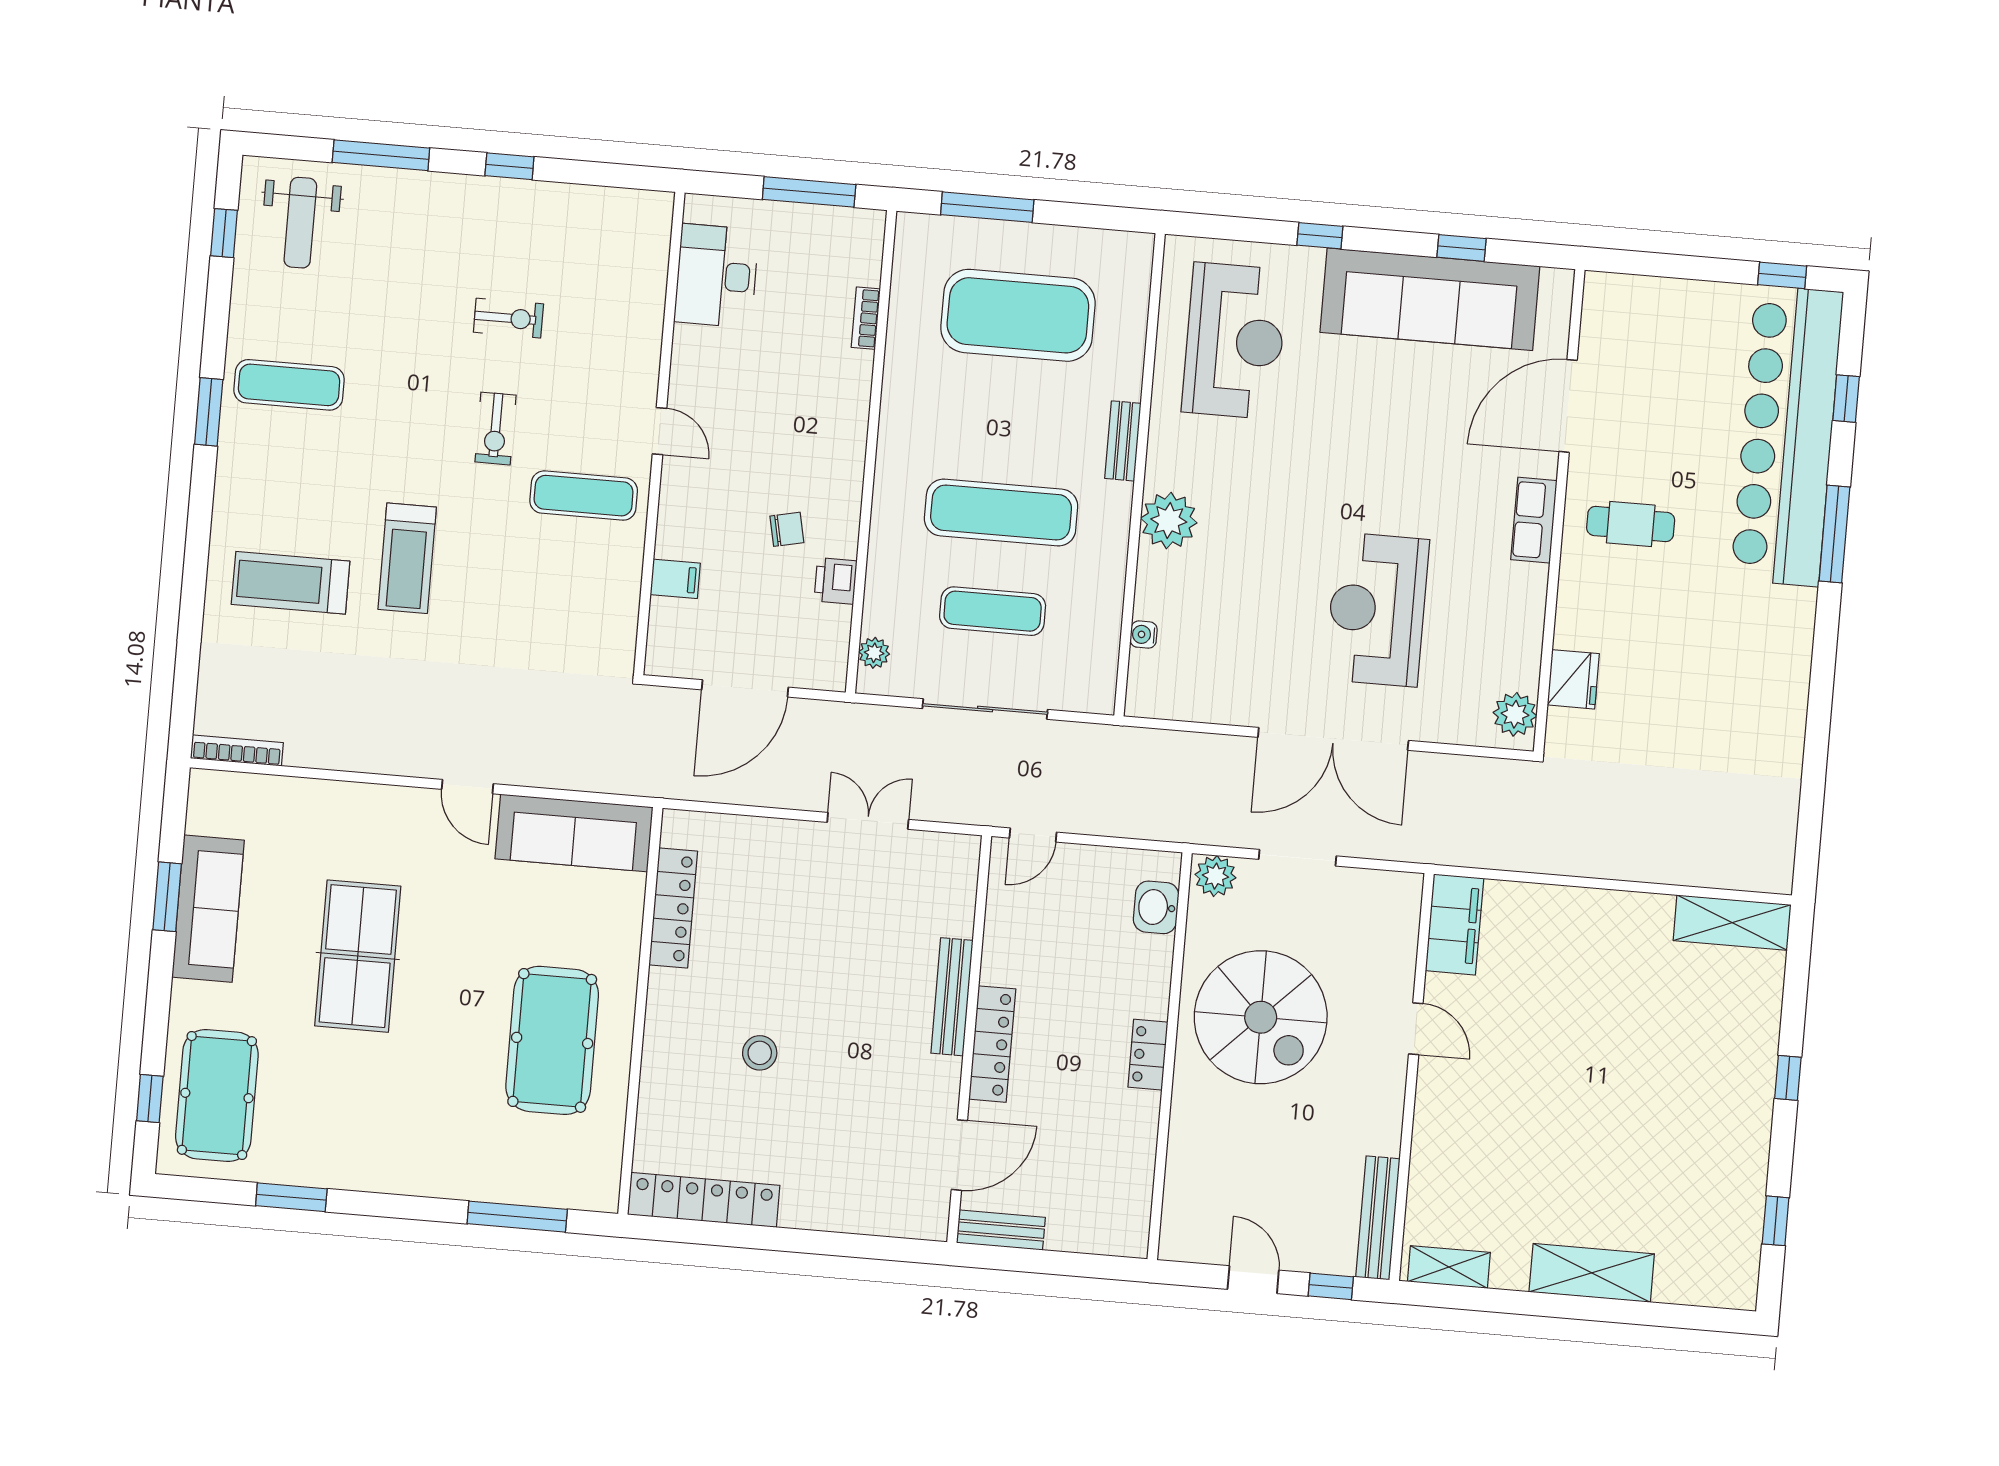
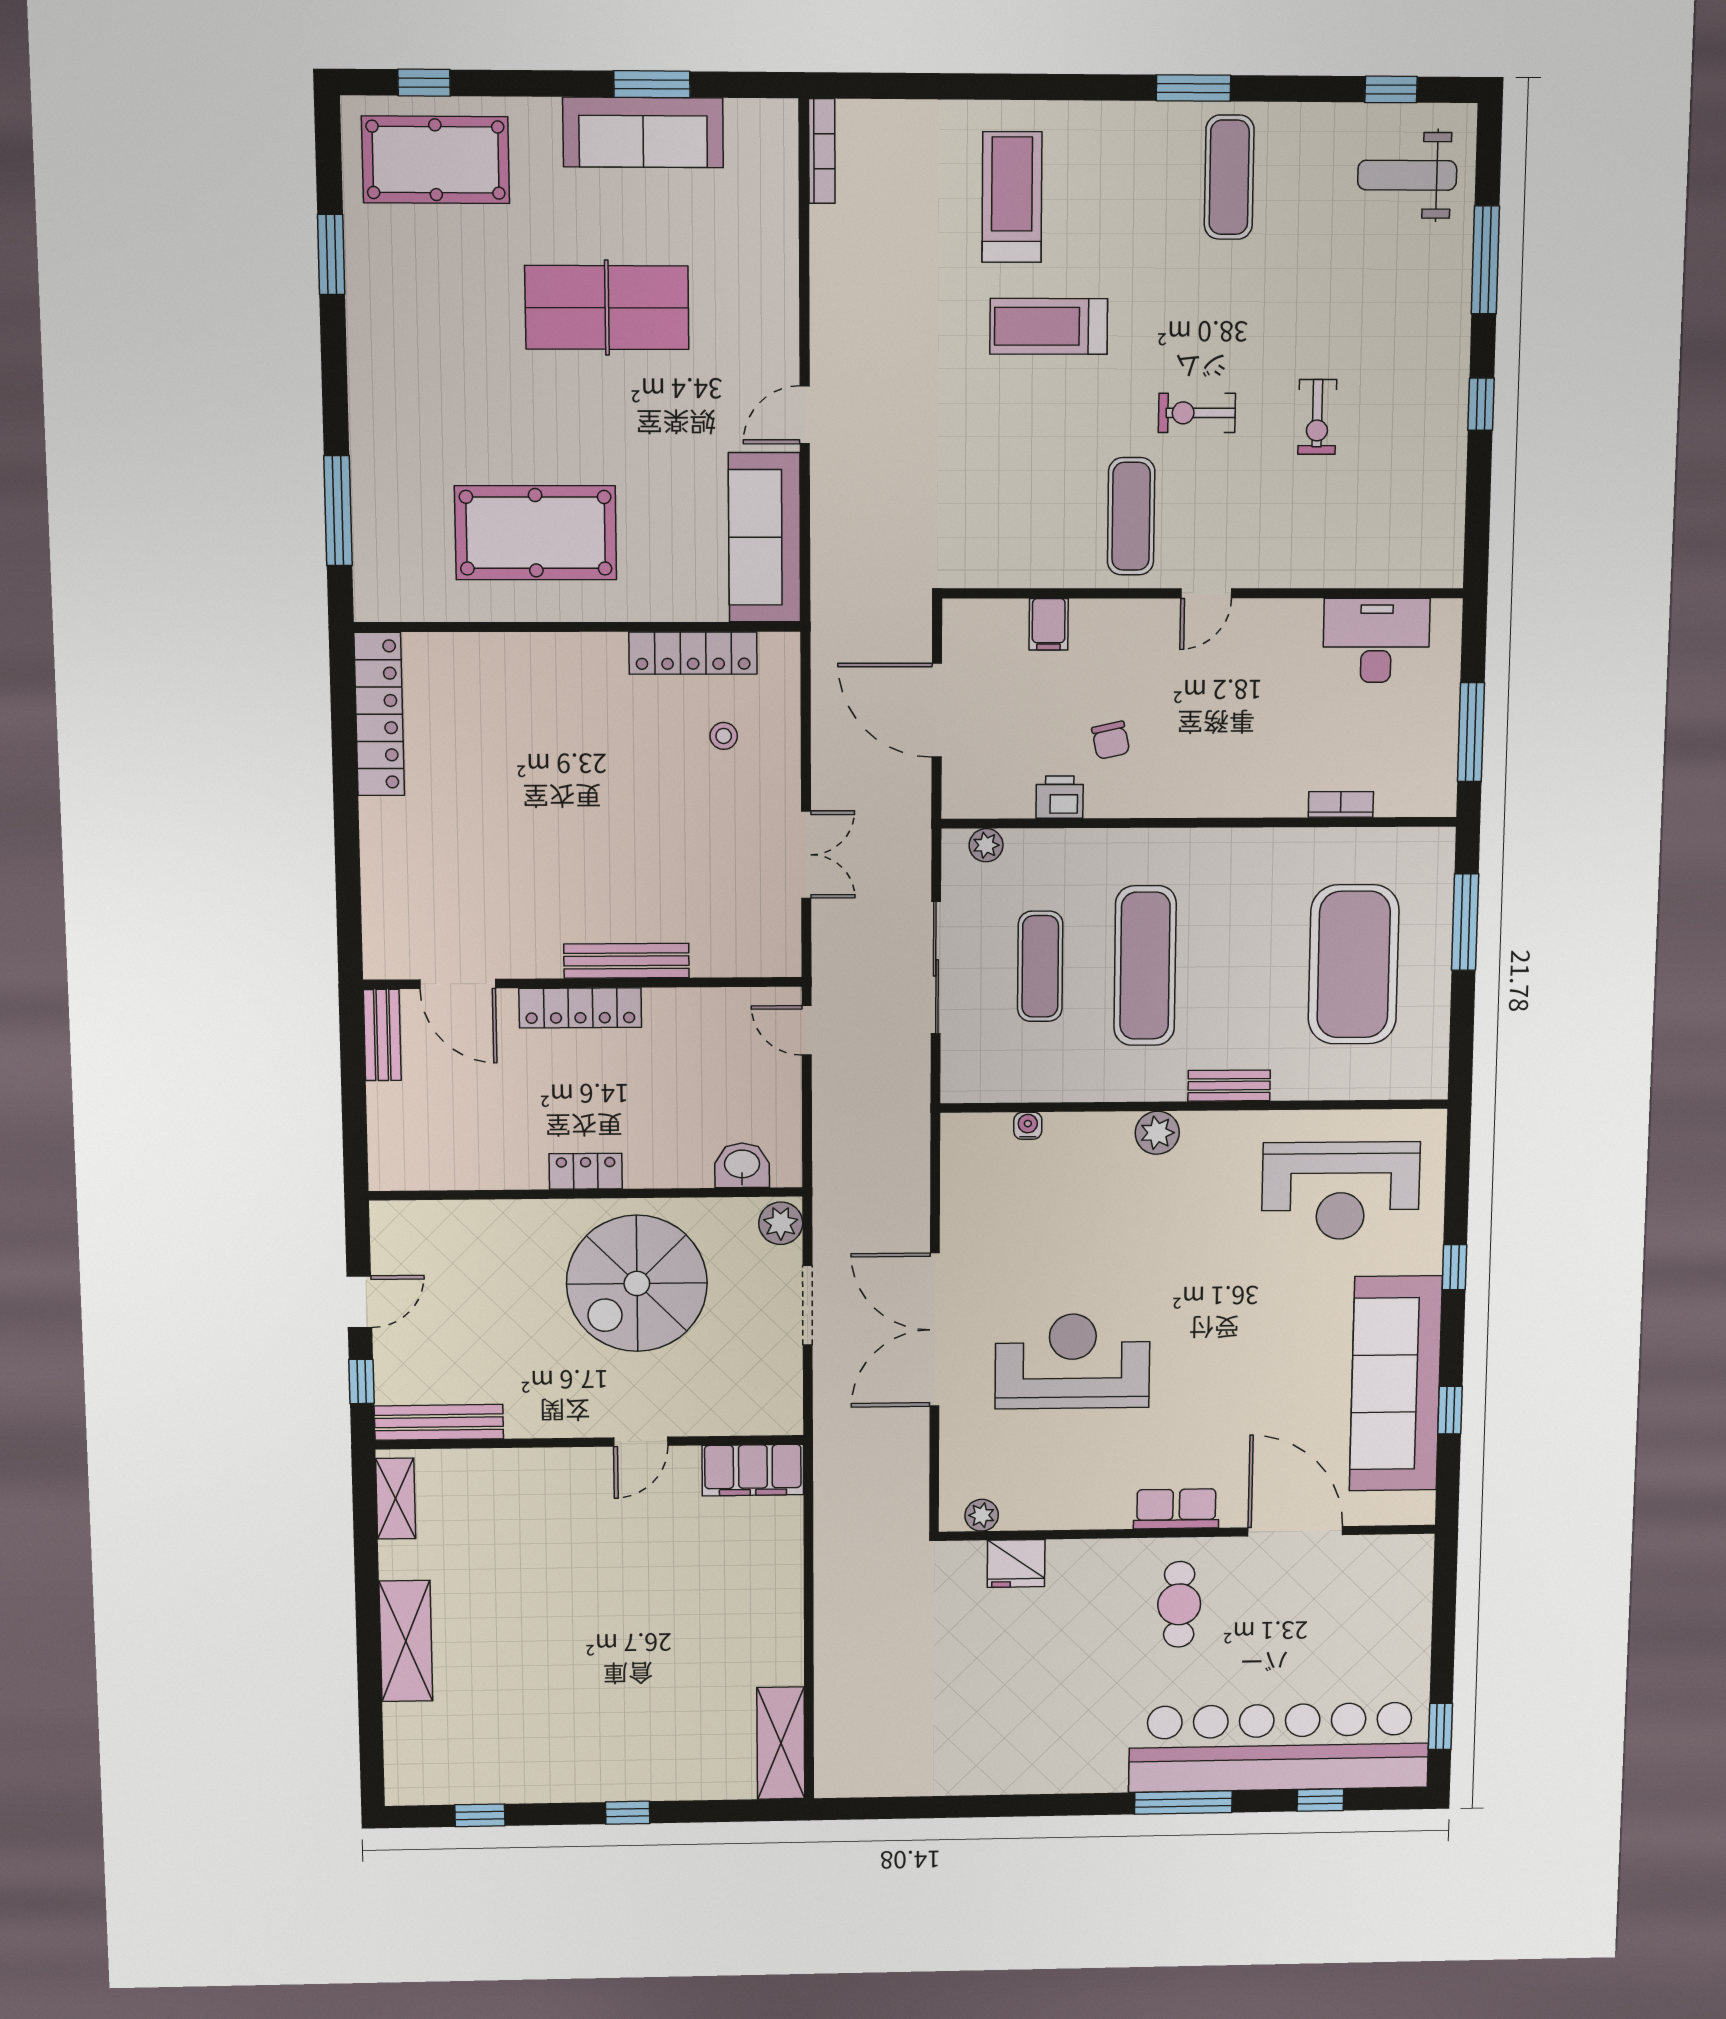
plant: (1169, 521) -> (1157, 1133), width x0.73, depth x0.73
plant: (1515, 714) -> (982, 1515), width x0.73, depth x0.73
stool: (760, 1053) -> (724, 736), moved, width x0.73, depth x0.73

